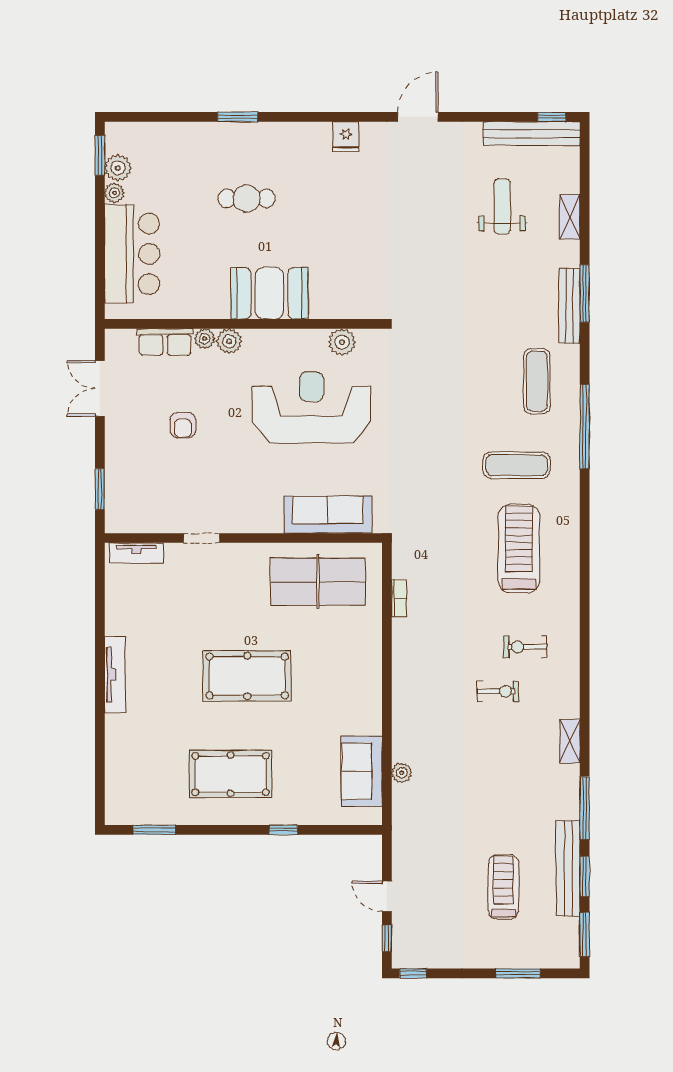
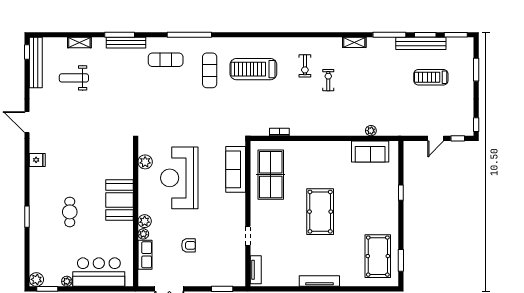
plant: (118, 168) -> (36, 279), moved
pool table: (231, 774) -> (378, 256), moved

